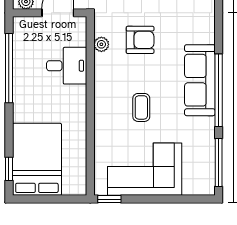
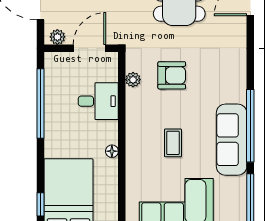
sofa: (200, 80) -> (232, 140), moved
floor lamp: (80, 116) -> (112, 151), added

